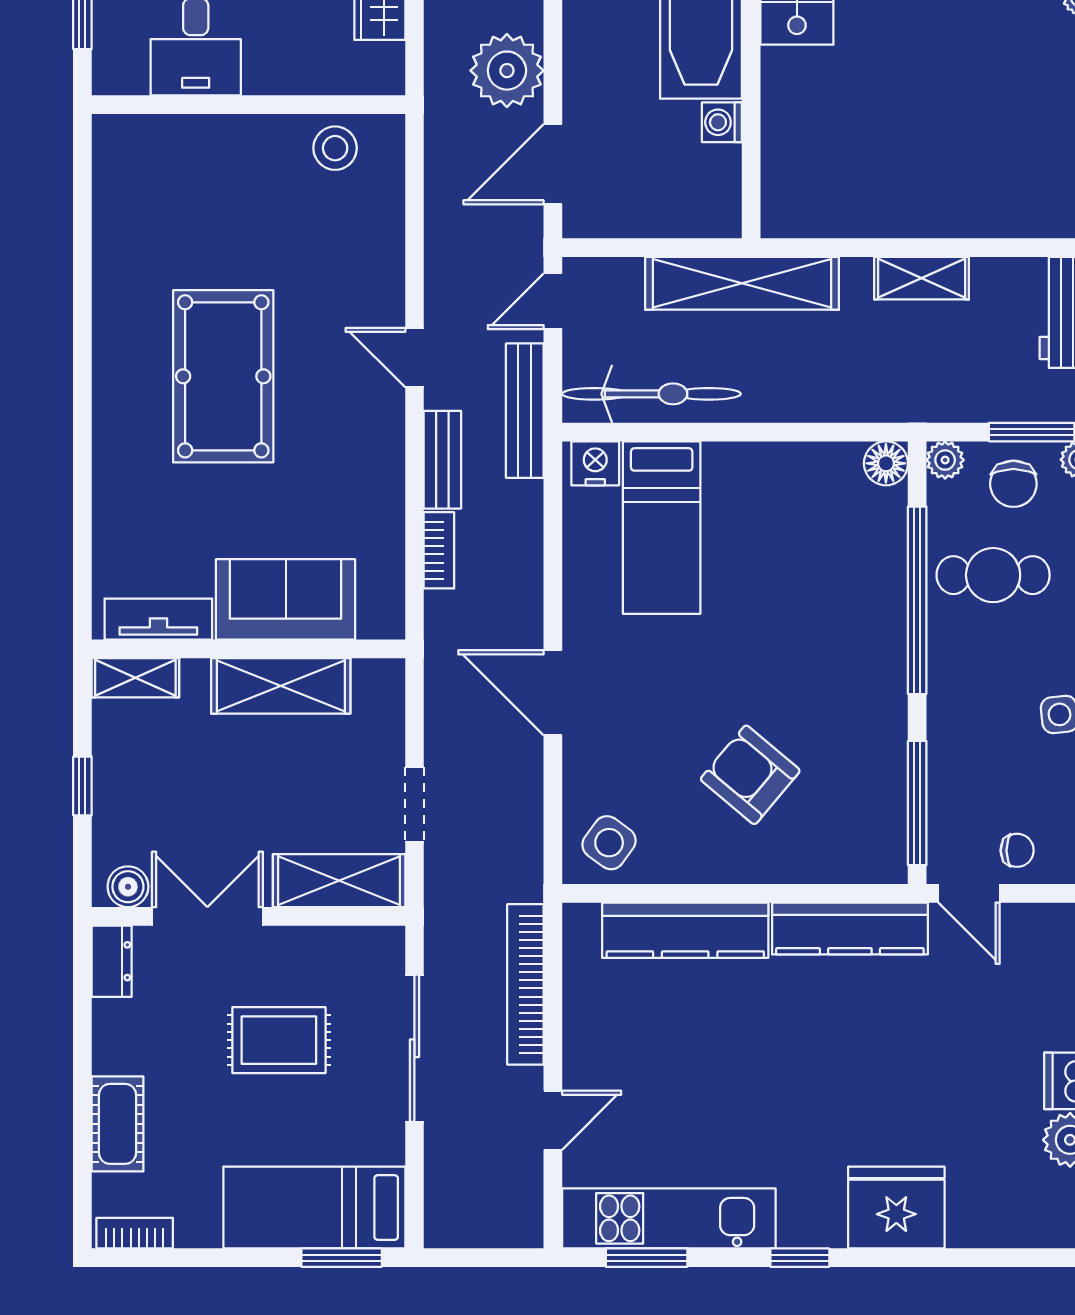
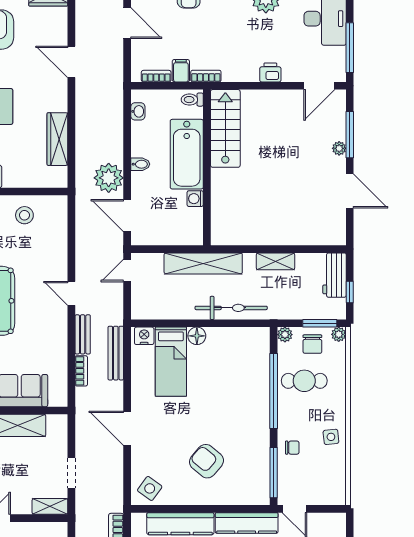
bidet: (585, 37) -> (140, 164), added
stool: (335, 148) -> (24, 215), moved
door: (553, 164) -> (127, 216), hinge flipped
bicycle: (651, 394) -> (231, 308), moved
bench: (525, 411) -> (116, 353), moved
floor lamp: (886, 463) -> (197, 336), moved
chair: (1017, 850) -> (292, 448), moved
shelving: (339, 881) -> (50, 506), width x0.67, depth x0.75

